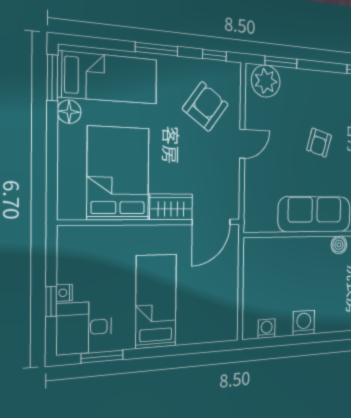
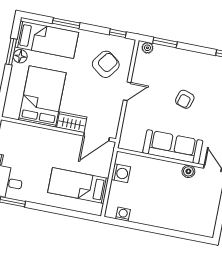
window: (157, 49) -> (66, 23), moved
window: (52, 78) -> (11, 52), moved
plant: (266, 81) -> (147, 48), width x0.53, depth x0.53
bed: (156, 301) -> (78, 185), moved, turned -90
washing machine: (304, 323) -> (121, 173), moved, turned 90

